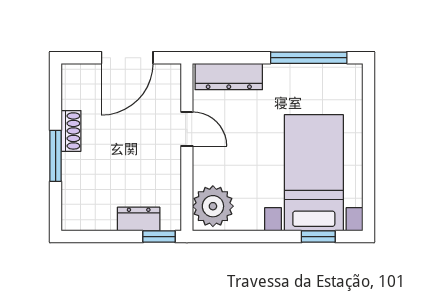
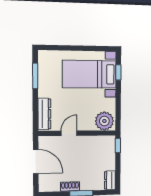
window: (309, 58) -> (35, 76), width x0.69
dresser: (139, 219) -> (110, 180), moved

